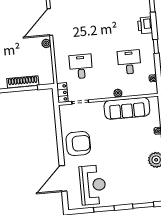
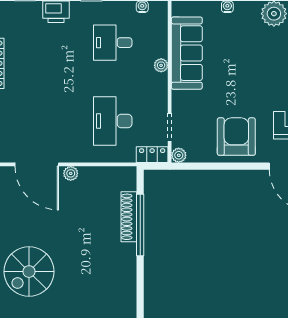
desk: (81, 66) -> (113, 121), width x1.37
plant: (63, 109) -> (179, 155), added

